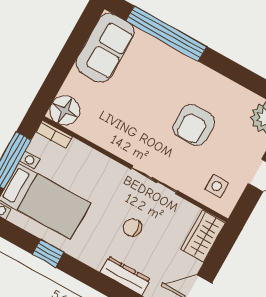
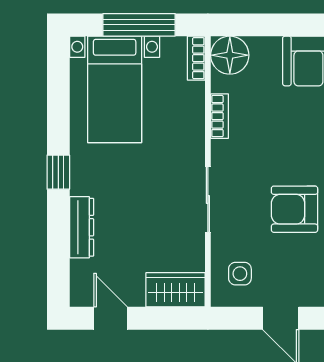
bookcase: (102, 140) -> (220, 116), added
chair: (132, 228) -> (140, 205), removed
window: (48, 253) -> (58, 172), moved

